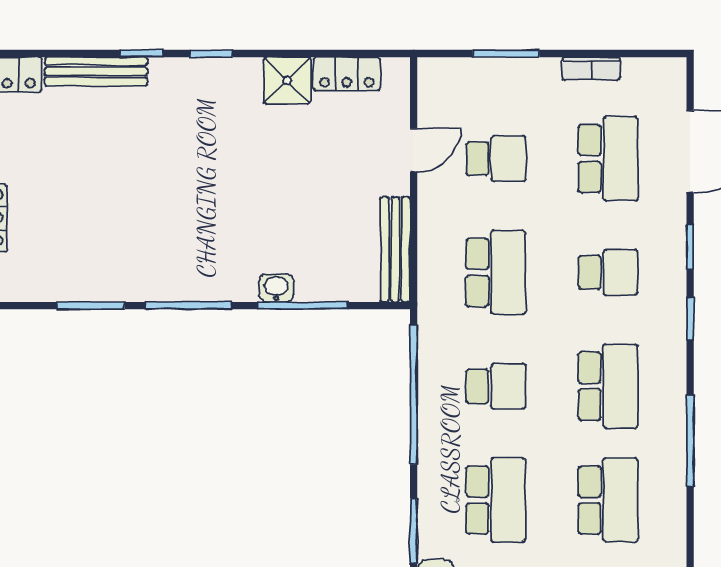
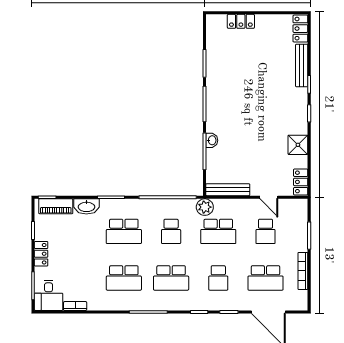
bookcase: (591, 69) -> (303, 271), width x1.56
locker: (347, 74) -> (301, 182), moved
plant: (437, 305) -> (205, 207), added

